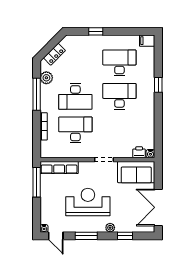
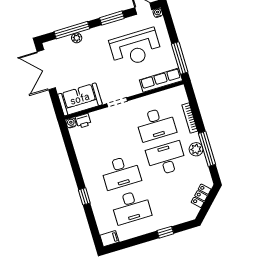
plant: (46, 78) -> (196, 149), moved
reception desk: (88, 202) -> (135, 48), moved
double door: (158, 207) -> (46, 70), swing flipped
plant: (110, 228) -> (77, 38), moved
window: (125, 236) -> (72, 30), width x2.17

